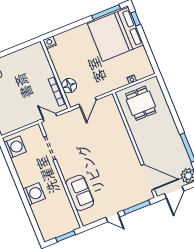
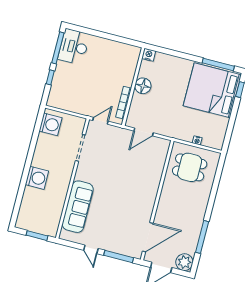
floor lamp: (69, 86) -> (143, 86), moved
dining table: (141, 103) -> (190, 167), turned 90
door: (50, 117) -> (100, 121), hinge flipped
door: (148, 177) -> (148, 237), hinge flipped
sofa: (80, 193) -> (78, 207), width x1.36

